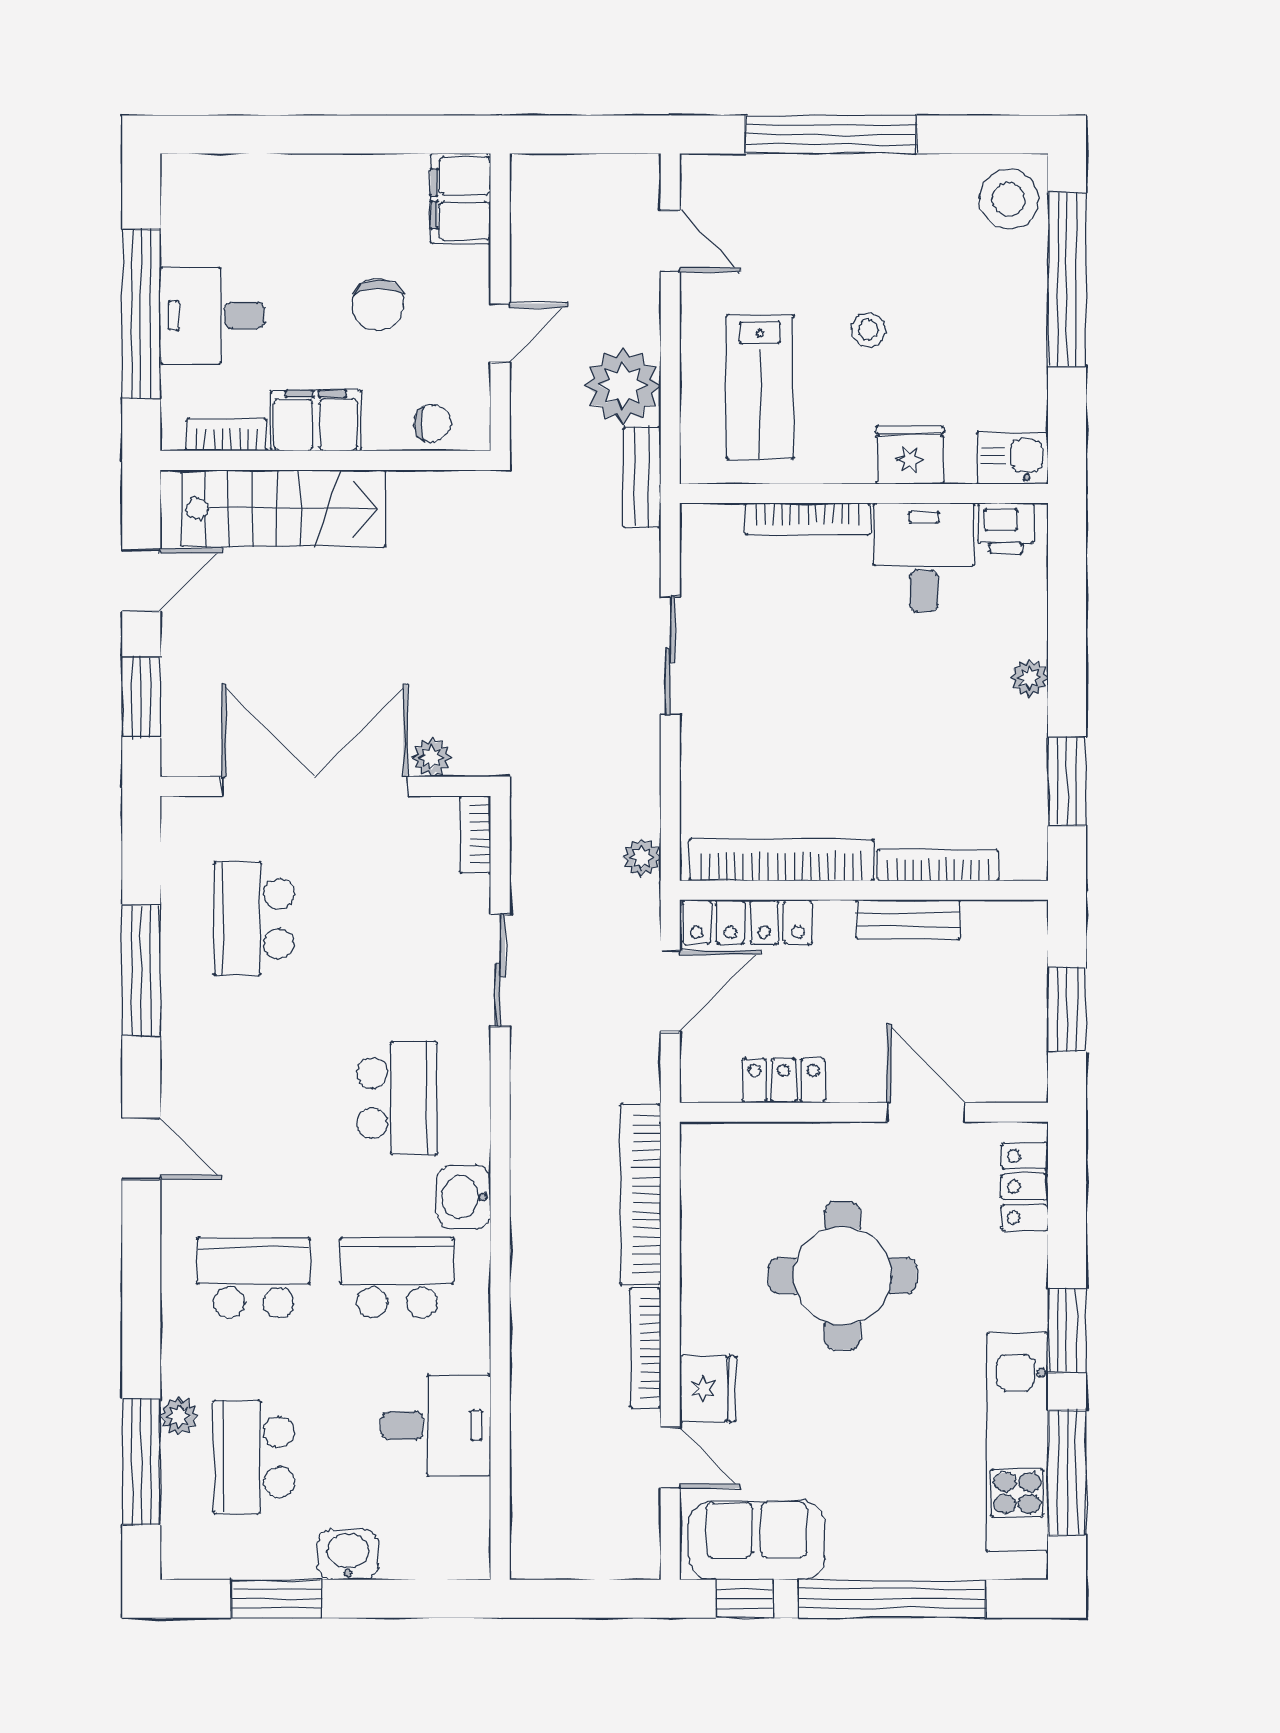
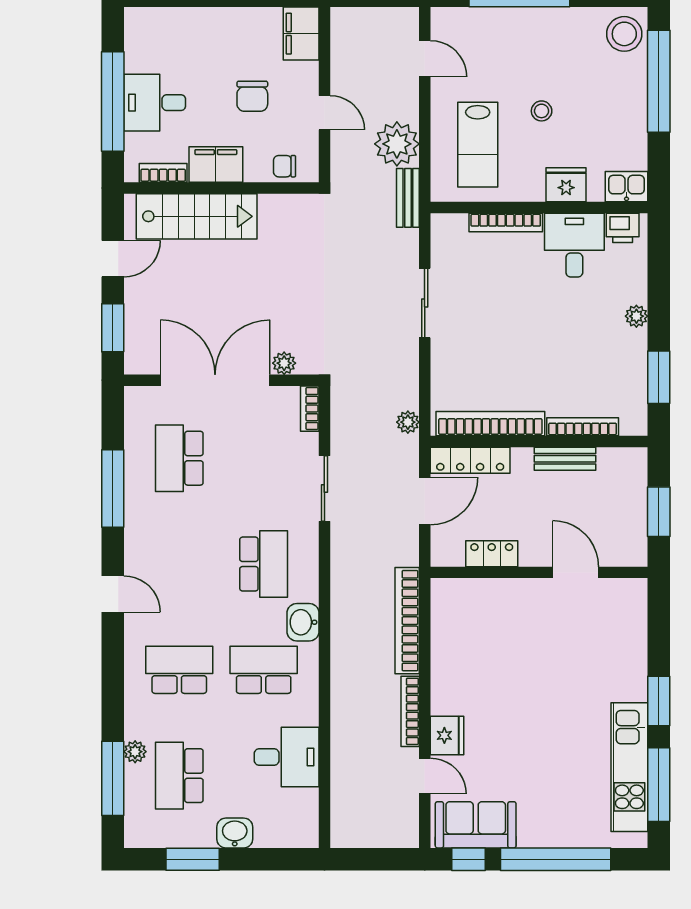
door: (500, 333) -> (324, 113), hinge flipped
chair: (432, 423) -> (285, 166), turned 180
locker: (1025, 1187) -> (634, 616), removed
round table: (843, 1276) -> (526, 669), removed

